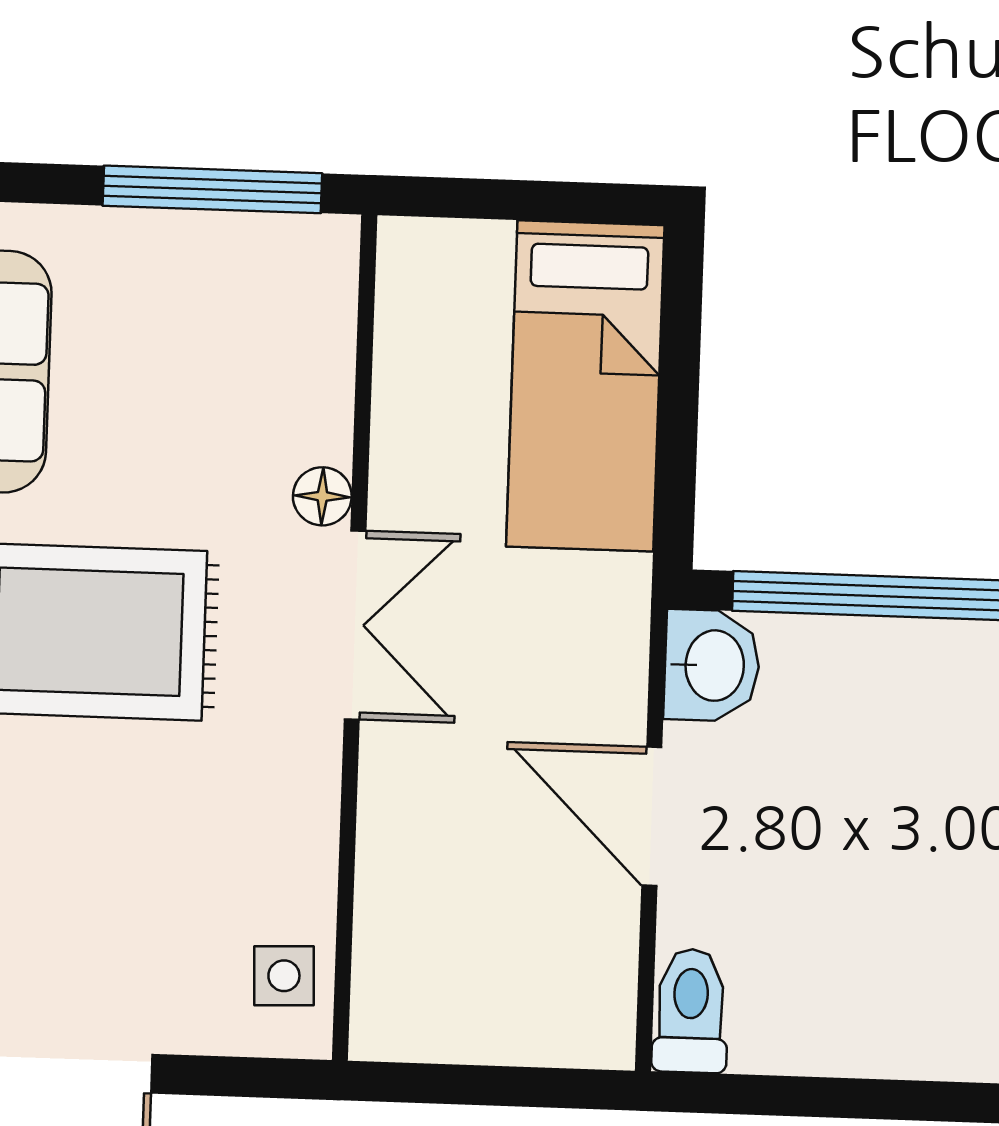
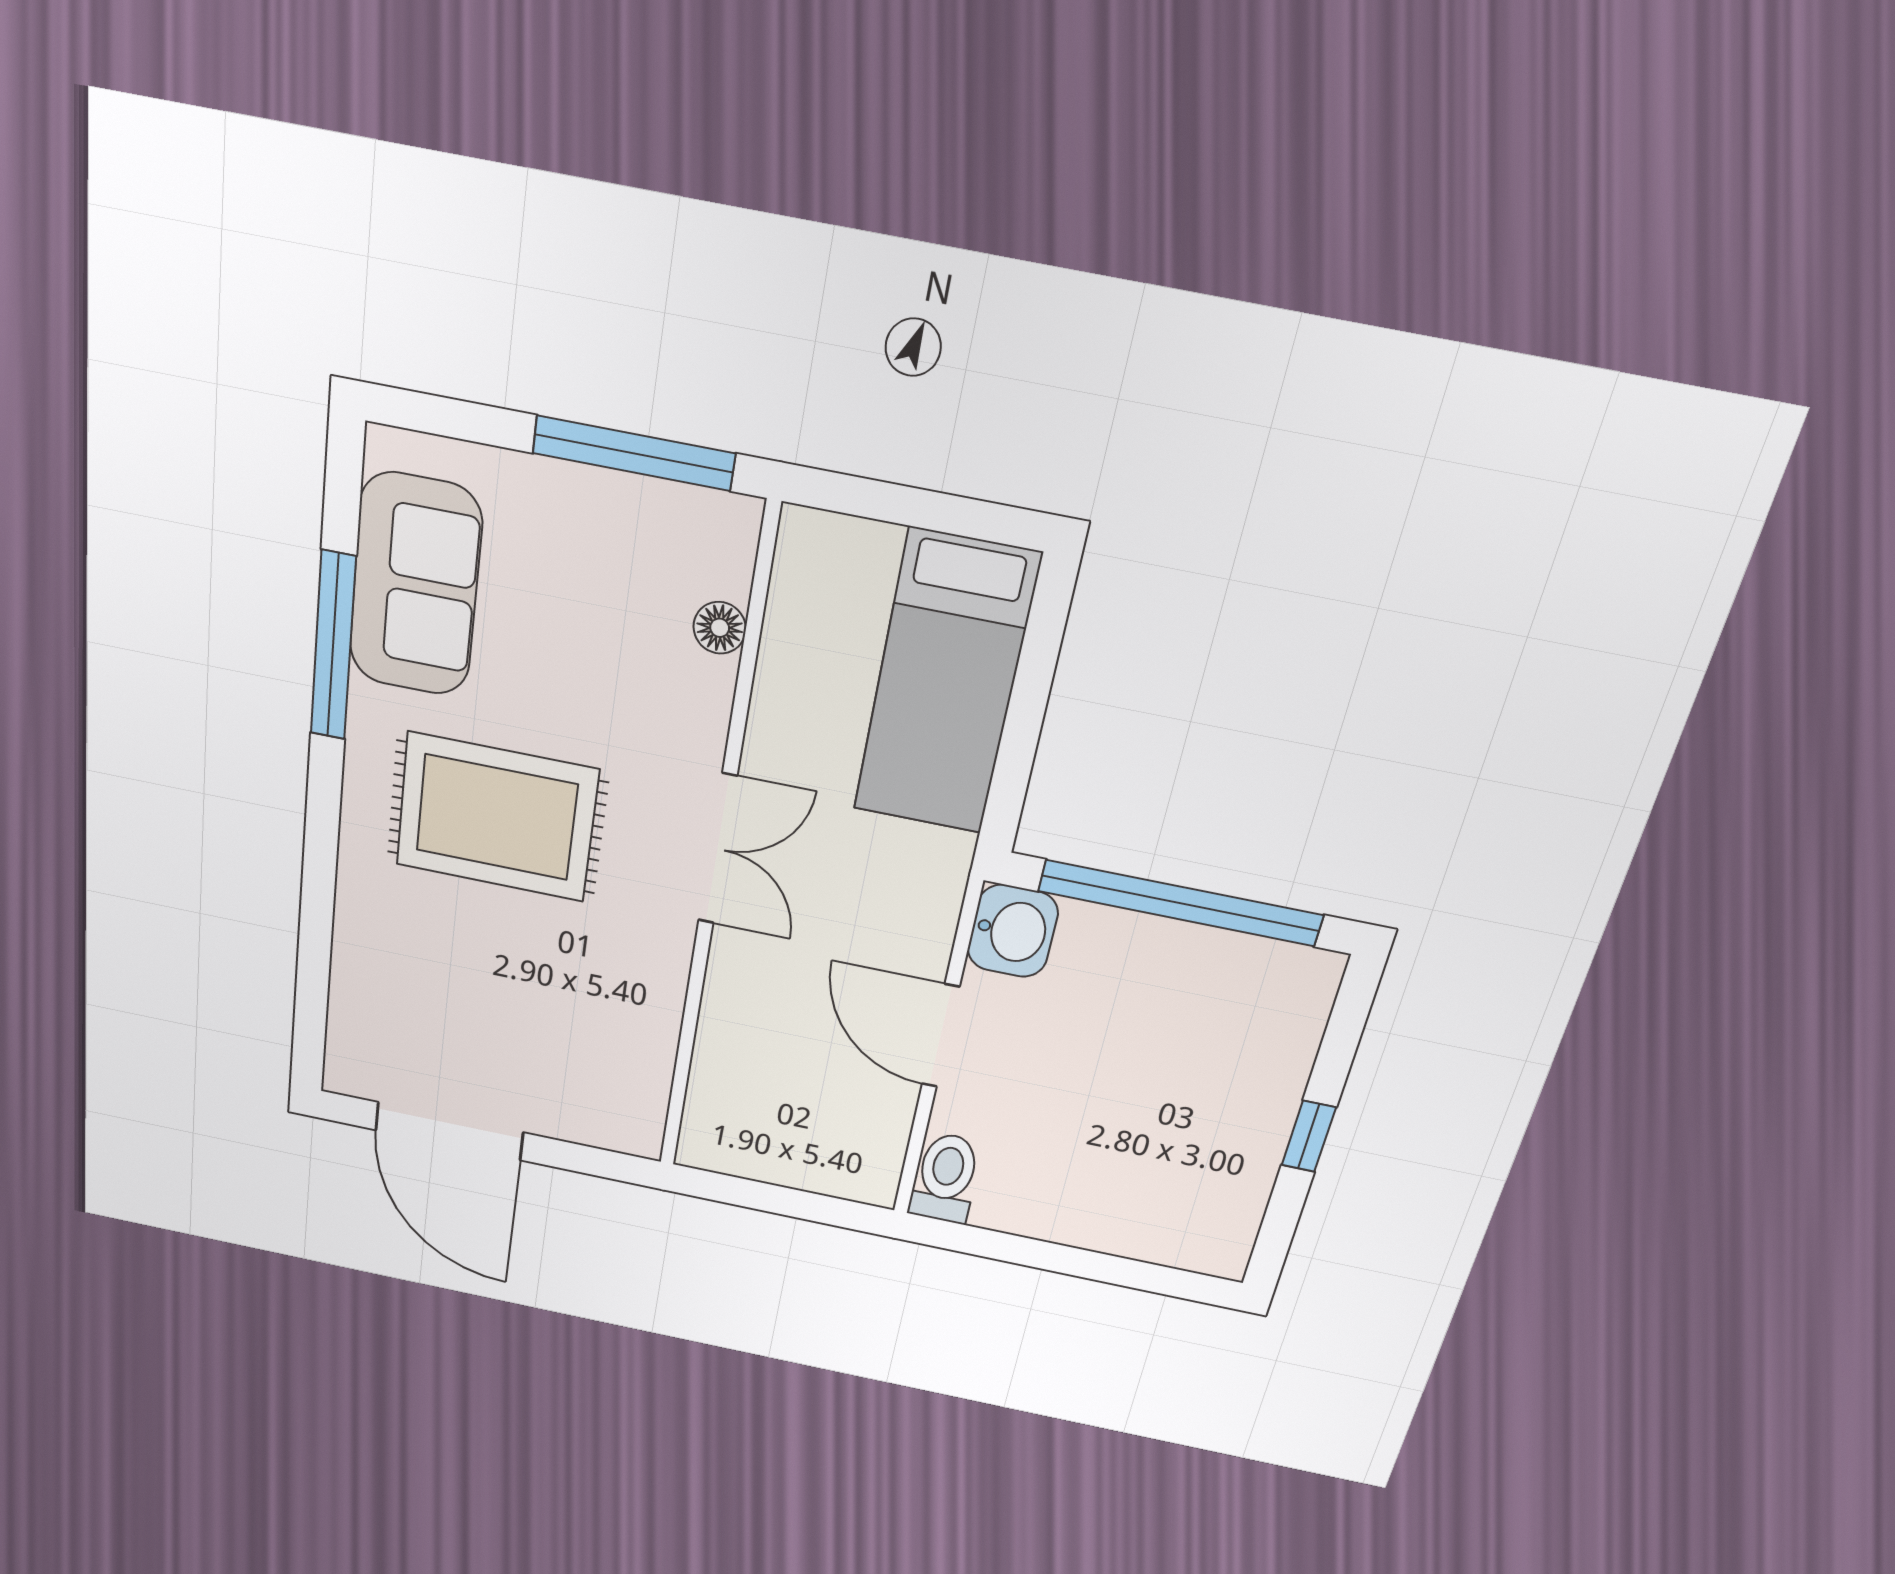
floor lamp: (322, 496) -> (720, 628), moved
side table: (284, 976) -> (630, 1098), removed

